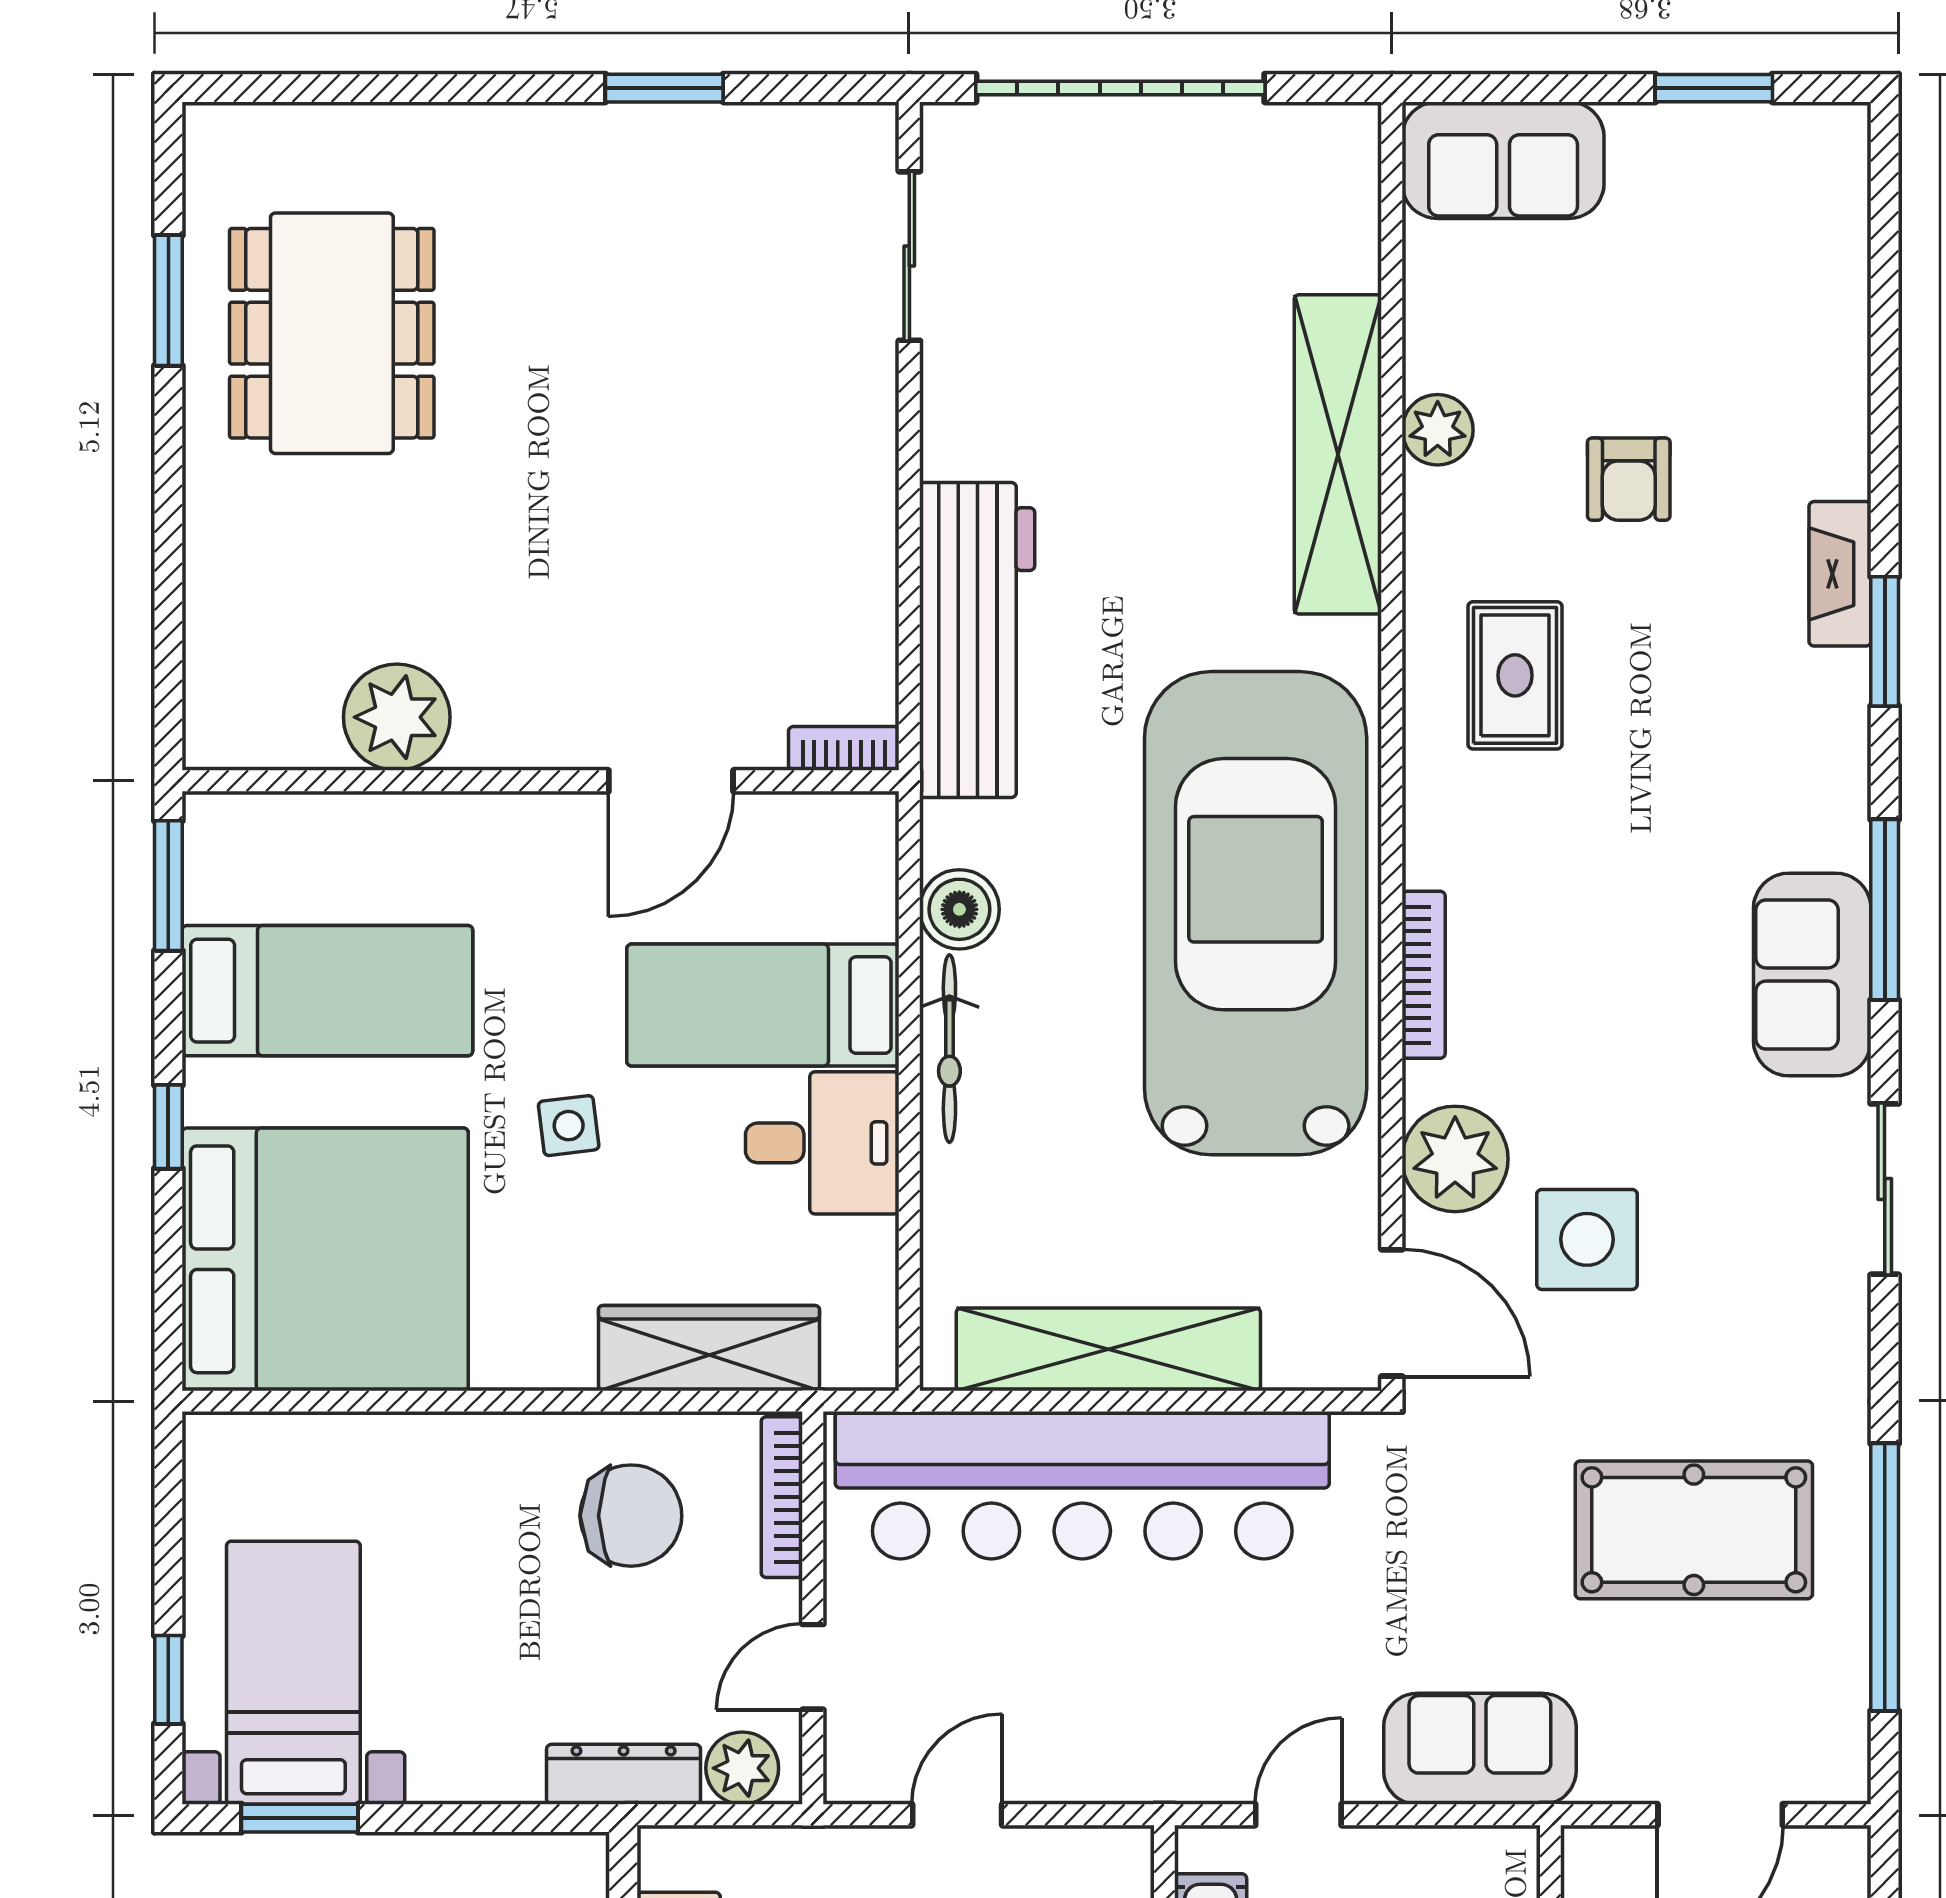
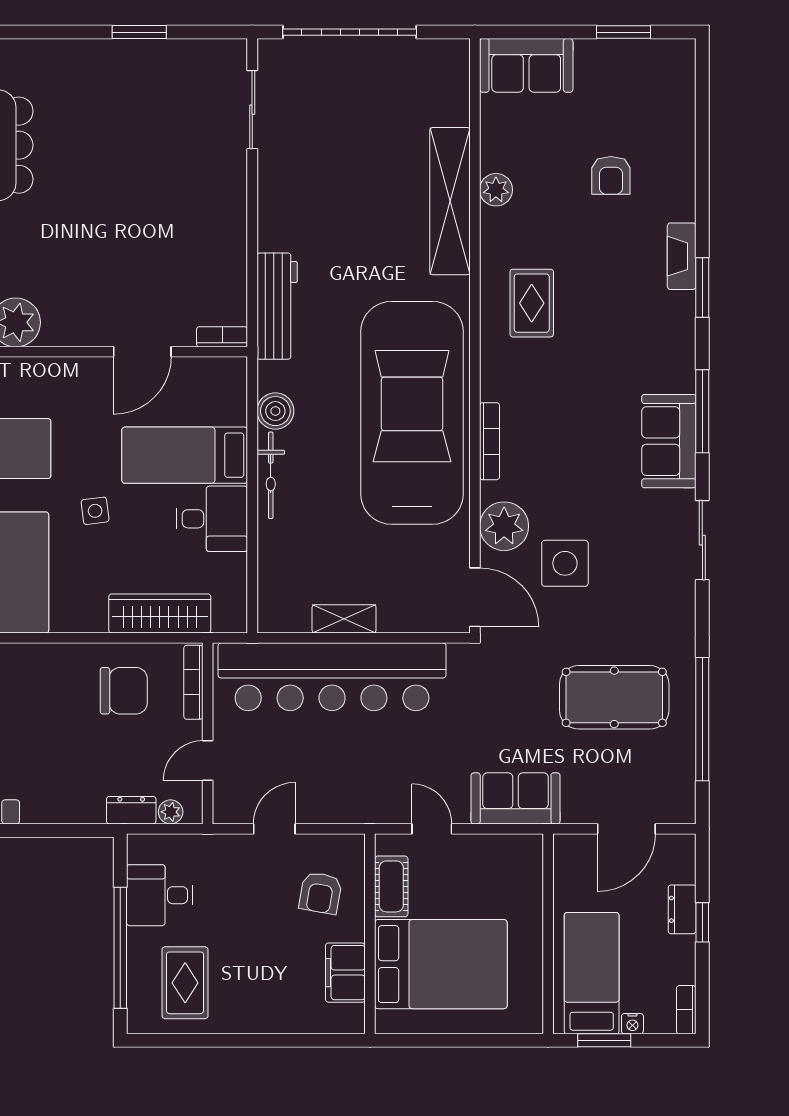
armchair: (1629, 479) -> (611, 175), moved
workbench: (977, 640) -> (277, 306), width x0.73, depth x0.76
shelving: (1108, 1349) -> (344, 619), width x0.45, depth x0.75
plant: (742, 1768) -> (171, 812), width x0.73, depth x0.73
dresser: (624, 1774) -> (131, 810), width x0.70
door: (1298, 1815) -> (432, 829), hinge flipped

